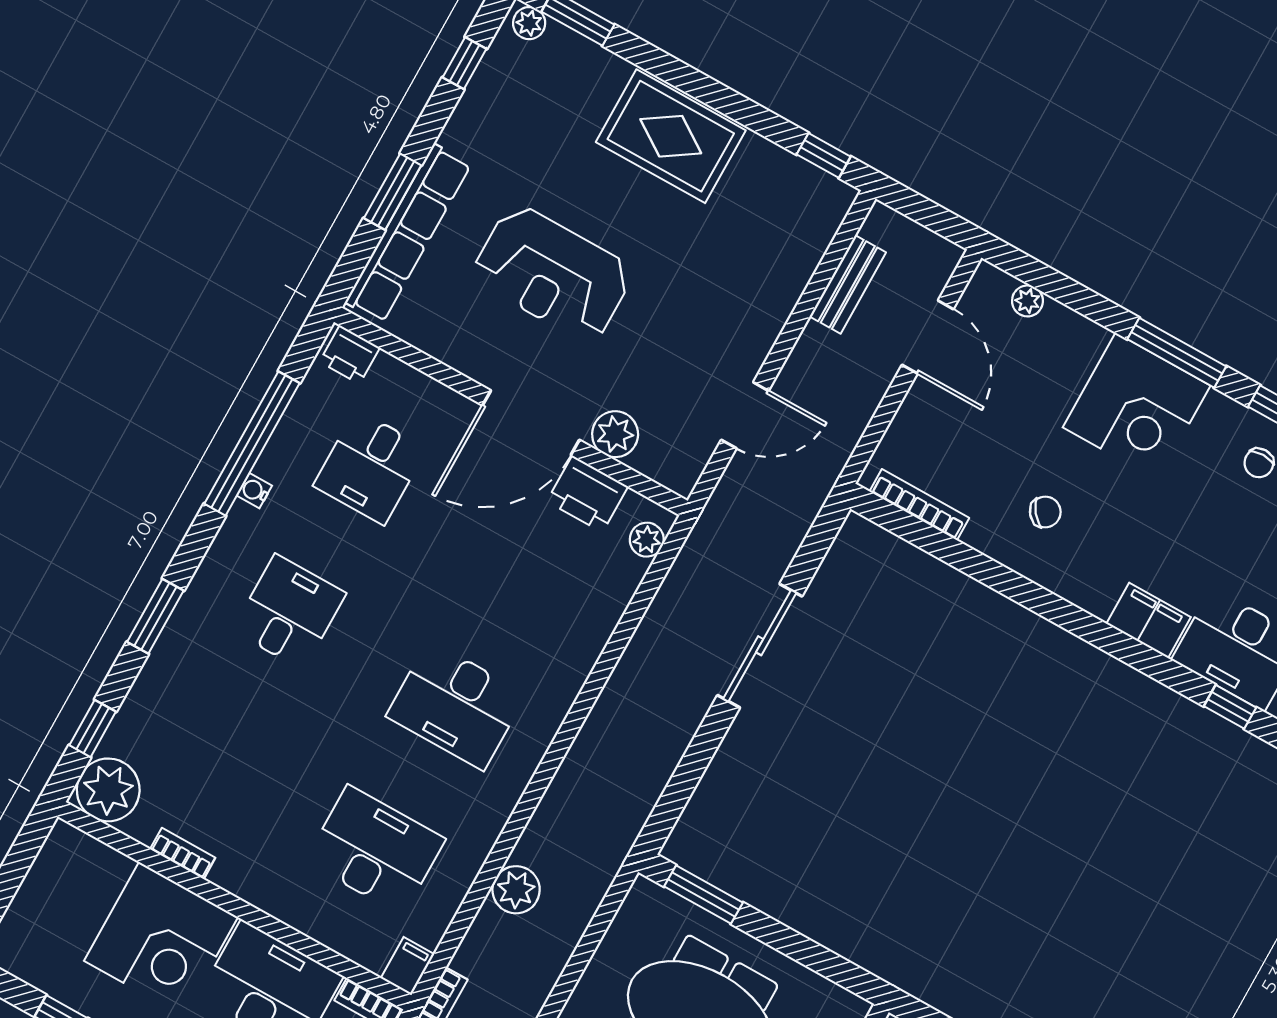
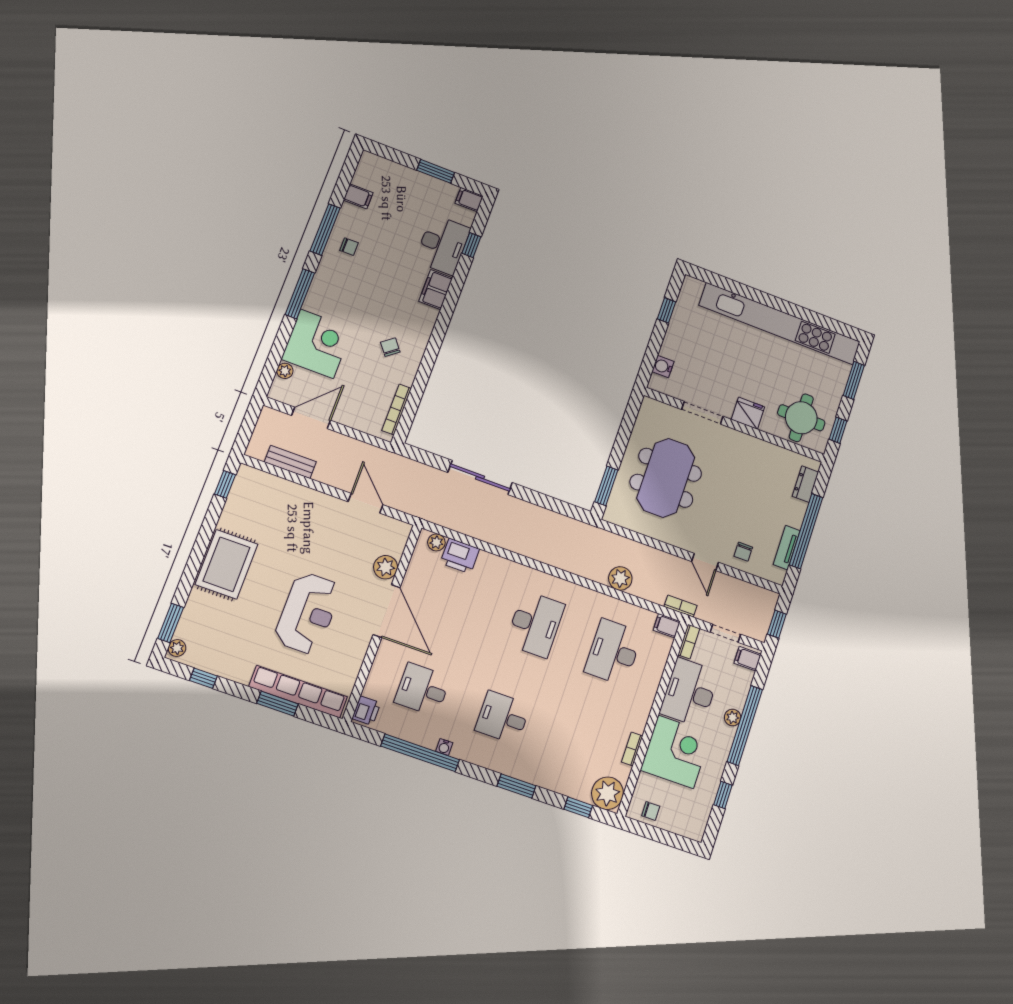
corner desk: (1137, 406) -> (317, 344), moved
desk: (370, 467) -> (422, 689), turned 180
printer: (587, 494) -> (460, 556), moved, turned 90
chair: (58, 869) -> (651, 811), added

